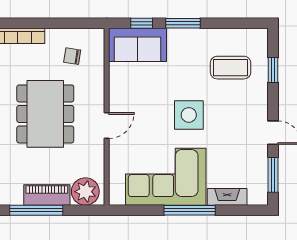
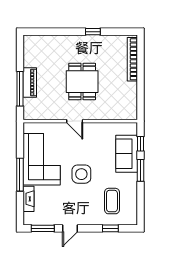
sofa: (137, 45) -> (127, 154), moved
chair: (72, 56) -> (119, 99), removed
dining table: (45, 114) -> (82, 82), width x0.73
plant: (85, 192) -> (32, 107), removed
window: (36, 210) -> (20, 89), moved

